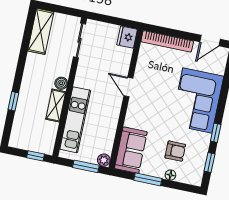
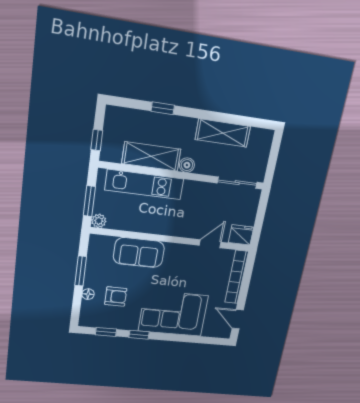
shelving: (41, 31) -> (223, 133), moved
door: (128, 87) -> (210, 244), moved
shelving: (56, 105) -> (151, 156), width x1.50, depth x1.33
sofa: (131, 150) -> (139, 253), moved
armchair: (175, 151) -> (116, 297), turned -90

